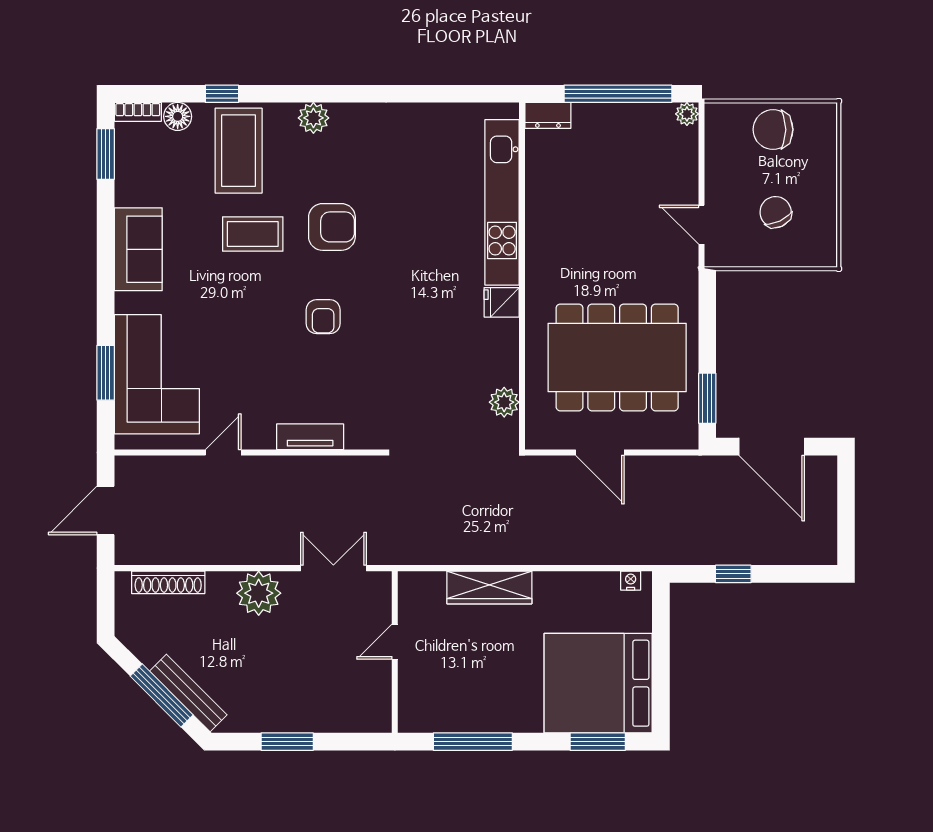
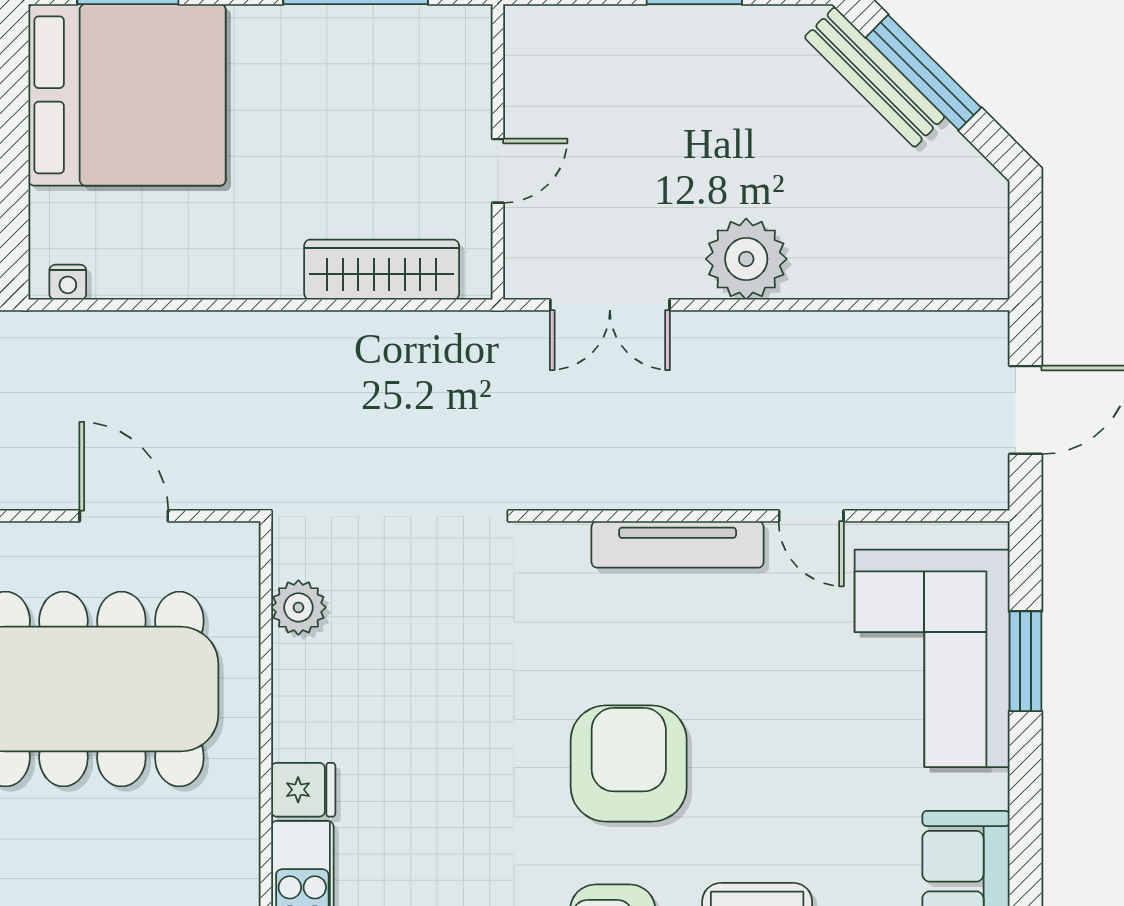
armchair: (323, 317) -> (629, 764), width x1.88, depth x1.88
tv unit: (310, 437) -> (678, 544), width x1.41
door: (223, 452) -> (811, 516), hinge flipped
shoe rack: (168, 582) -> (911, 279), removed
wardrobe: (489, 587) -> (382, 270), moved

